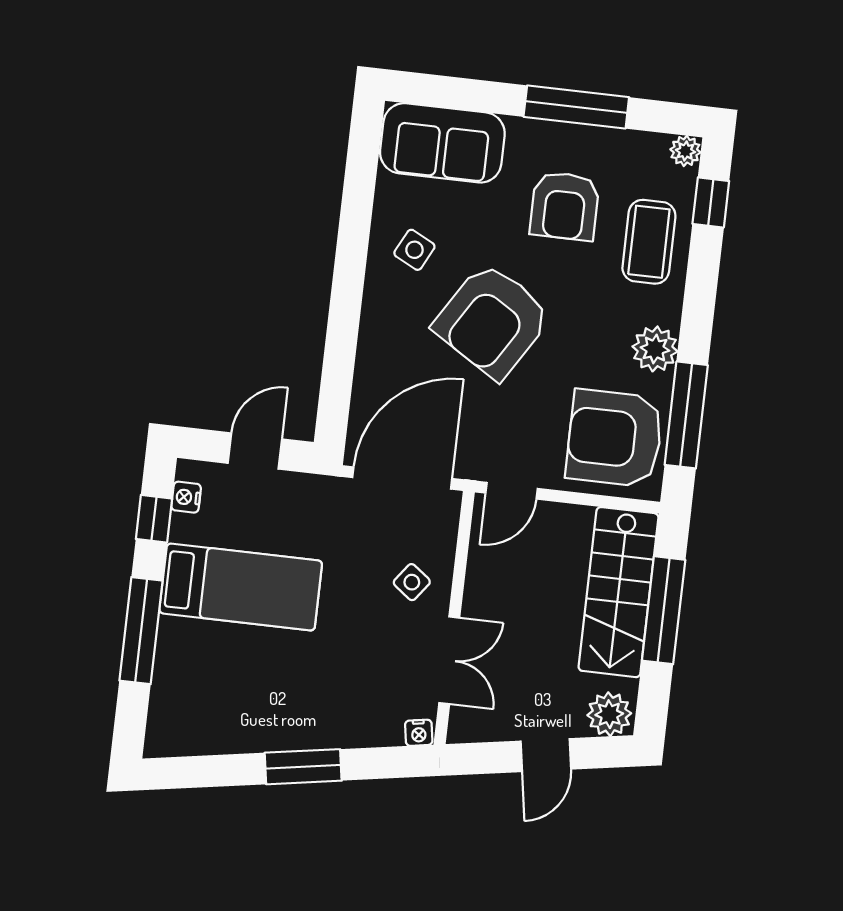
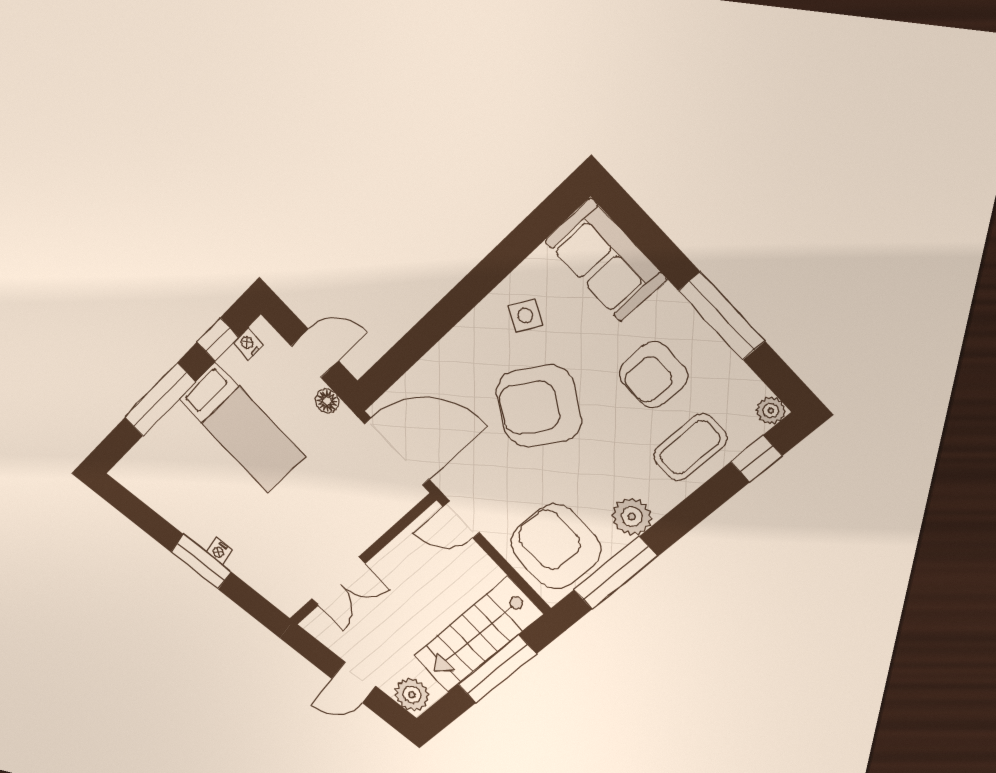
floor lamp: (301, 487) -> (327, 401), added
side table: (412, 582) -> (352, 517), removed
nightstand: (419, 733) -> (219, 551), moved

